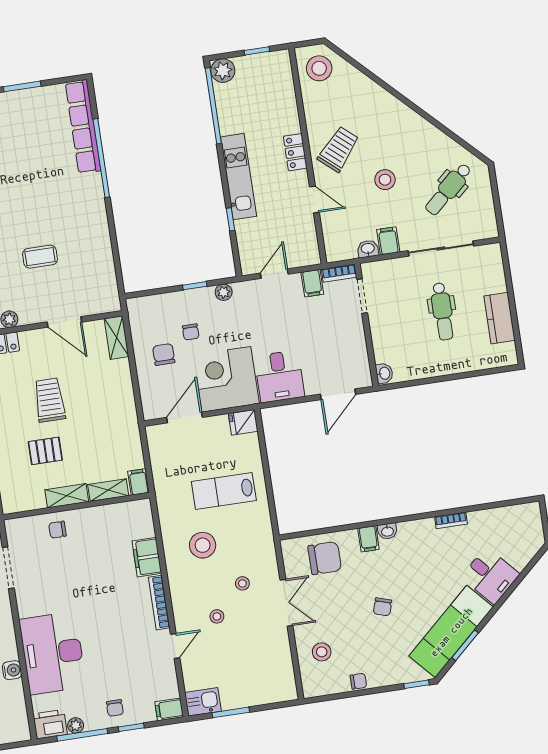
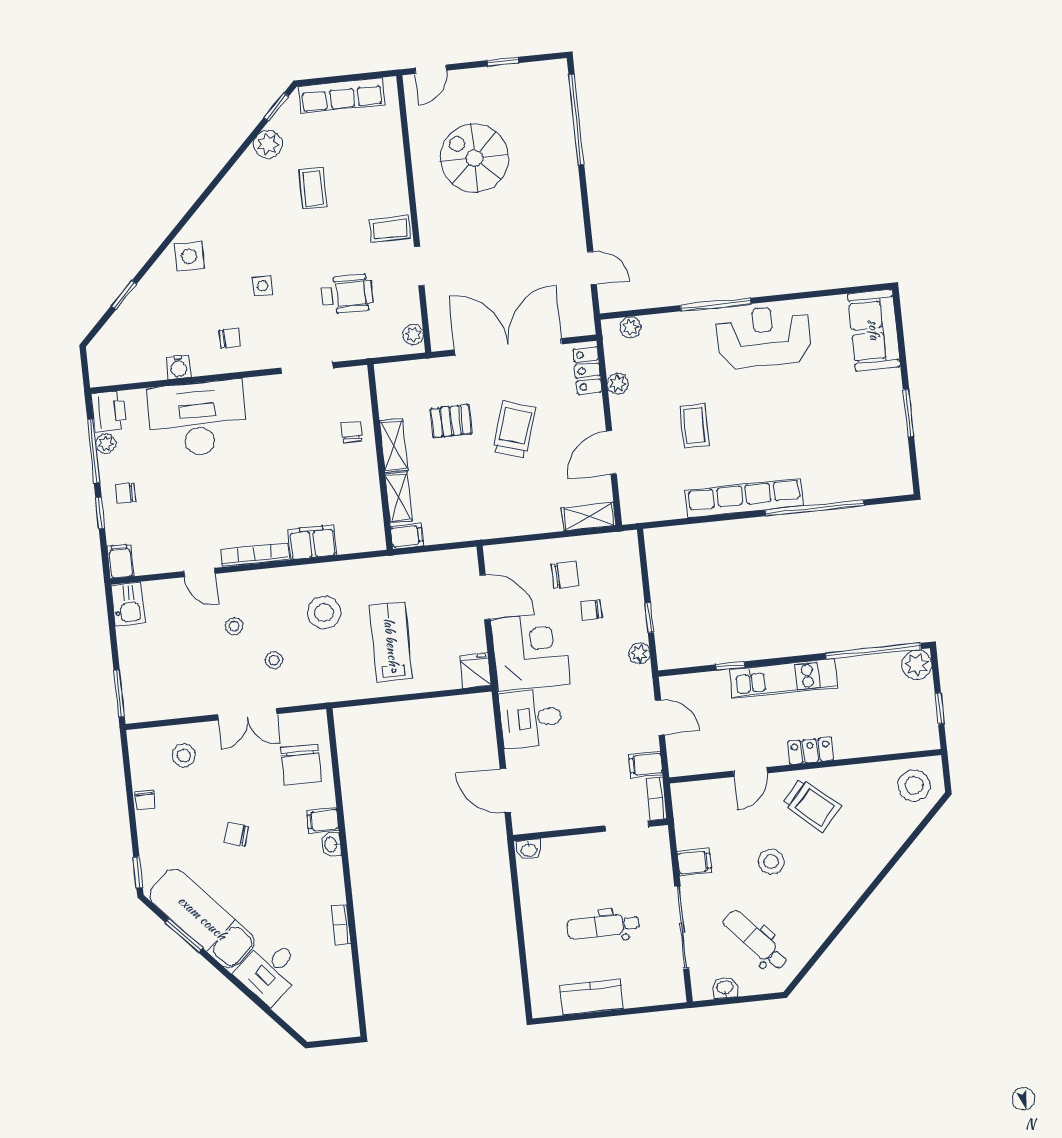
row of seats: (83, 127) -> (744, 498), moved
washbasin: (368, 249) -> (725, 988), moved, turned -90
trolley: (50, 400) -> (514, 429), turned -72
pallet: (45, 451) -> (451, 421), turned 90
window: (231, 712) -> (119, 693), moved

